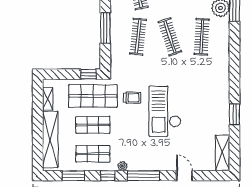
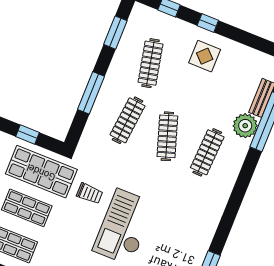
window: (88, 74) -> (27, 135), moved

